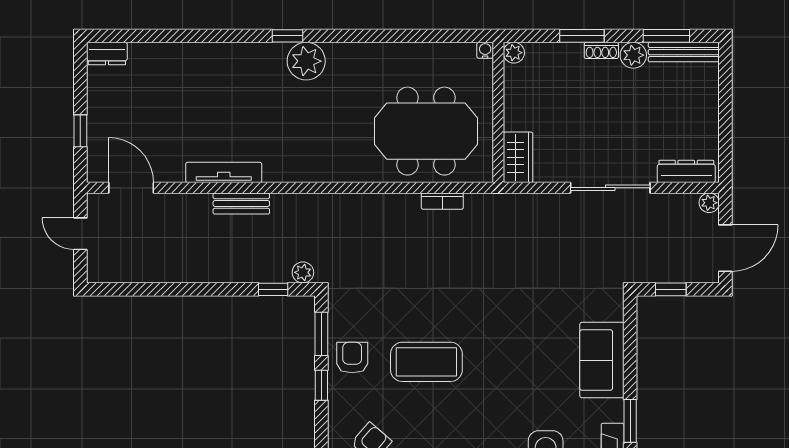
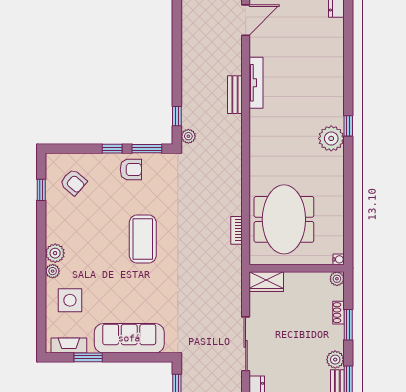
shoe rack: (601, 50) -> (338, 313), moved
sofa: (602, 360) -> (129, 338), width x1.36
coffee table: (426, 362) -> (143, 239), moved

